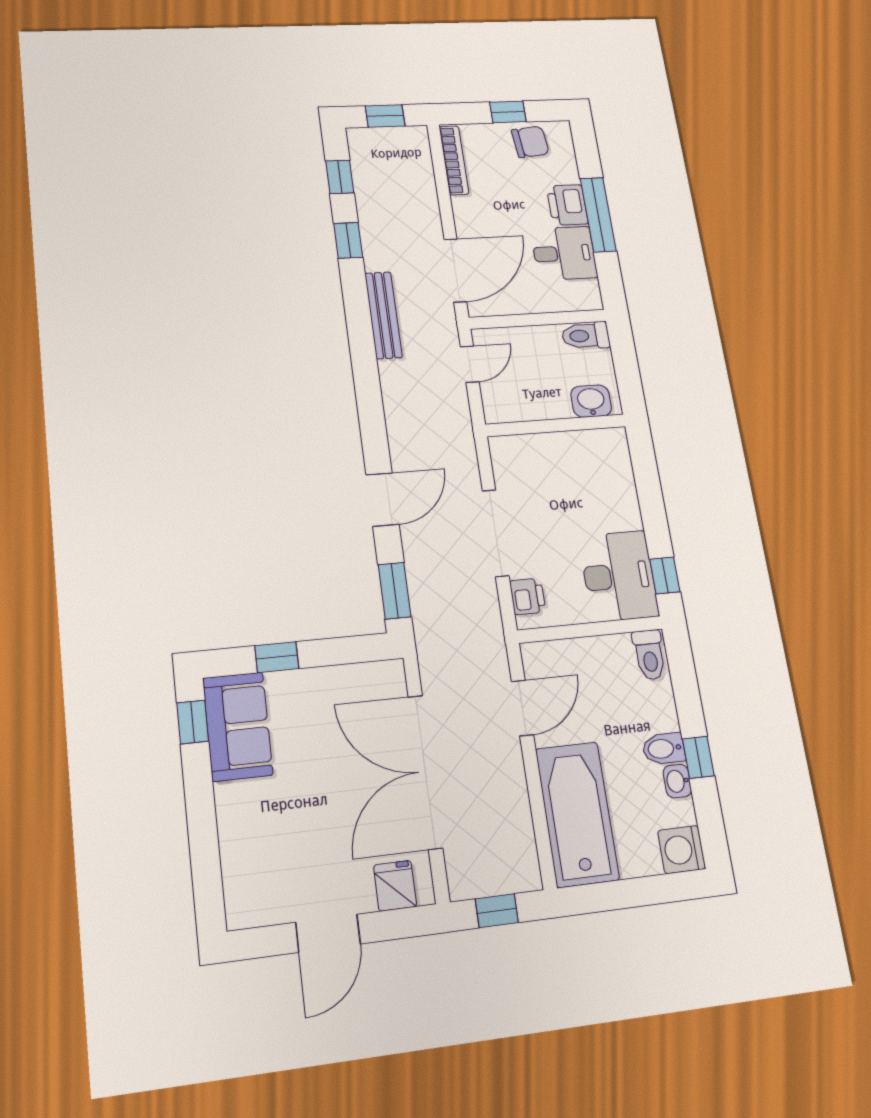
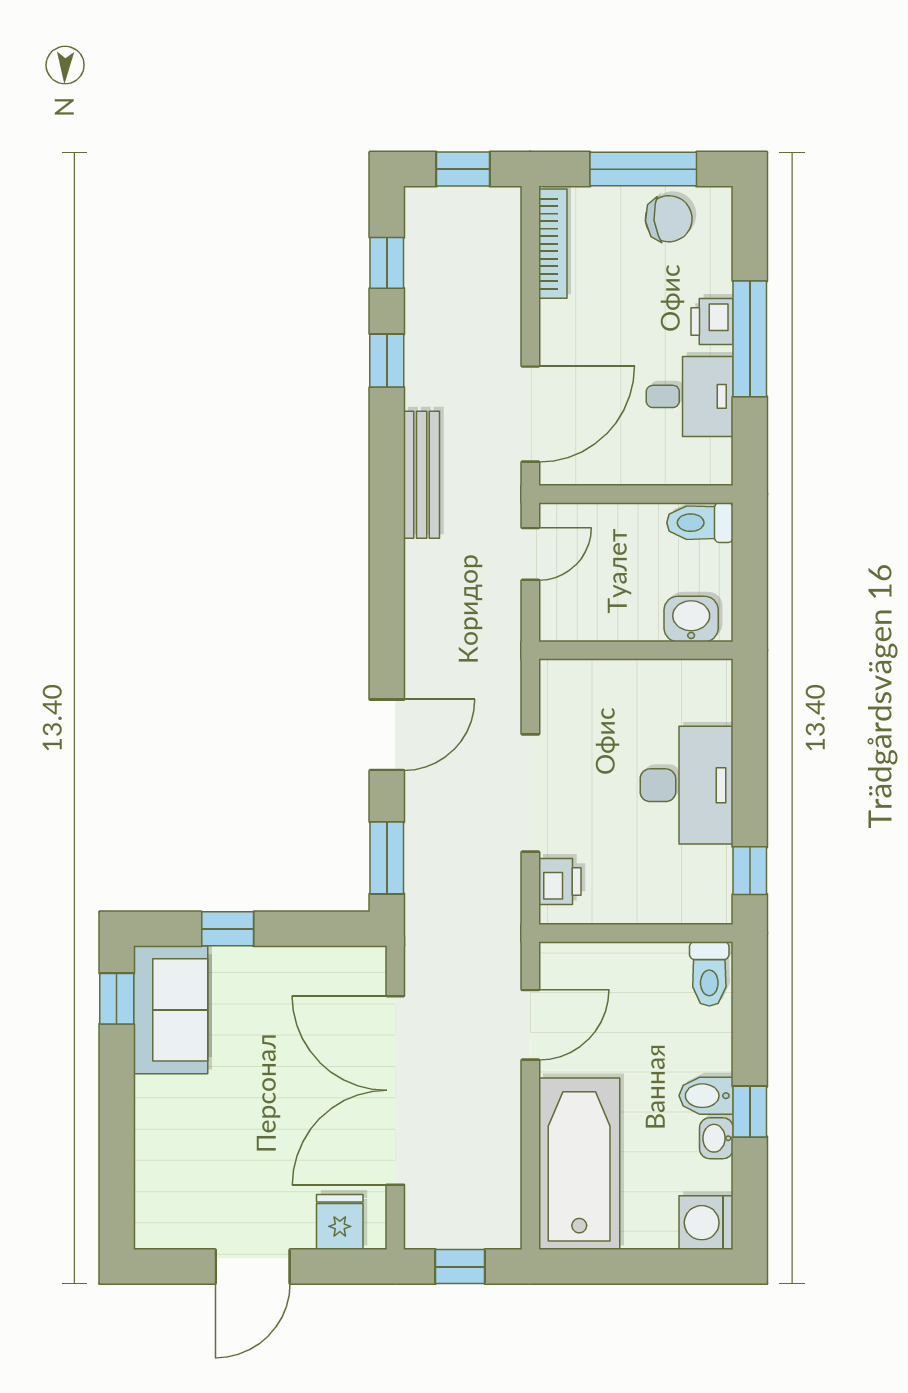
window: (508, 112) -> (643, 169), width x2.17
printer: (567, 205) -> (712, 321), width x0.73, depth x0.81
desk: (619, 576) -> (687, 785), moved

